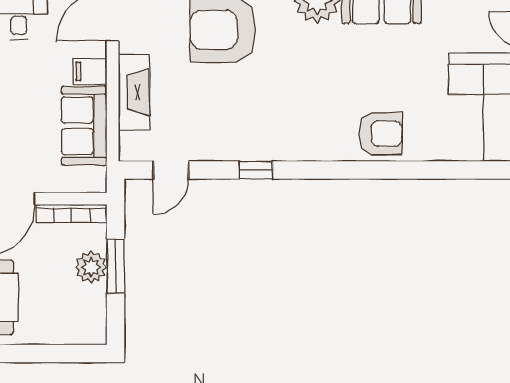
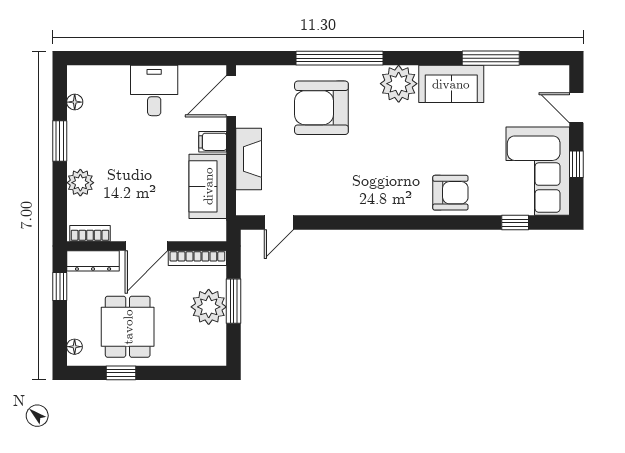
window: (256, 170) -> (515, 223), moved
plant: (91, 267) -> (209, 307), width x1.36, depth x1.36

